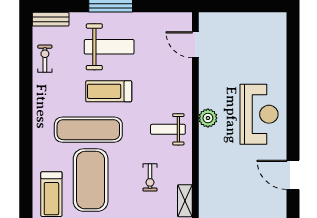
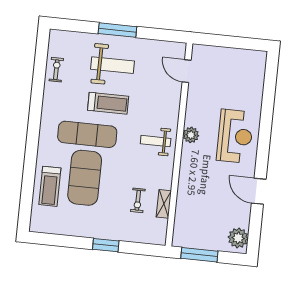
bench: (51, 19) -> (65, 36), removed
treadmill: (109, 91) -> (108, 103), turned 180
exercise bike: (150, 177) -> (138, 200), moved

